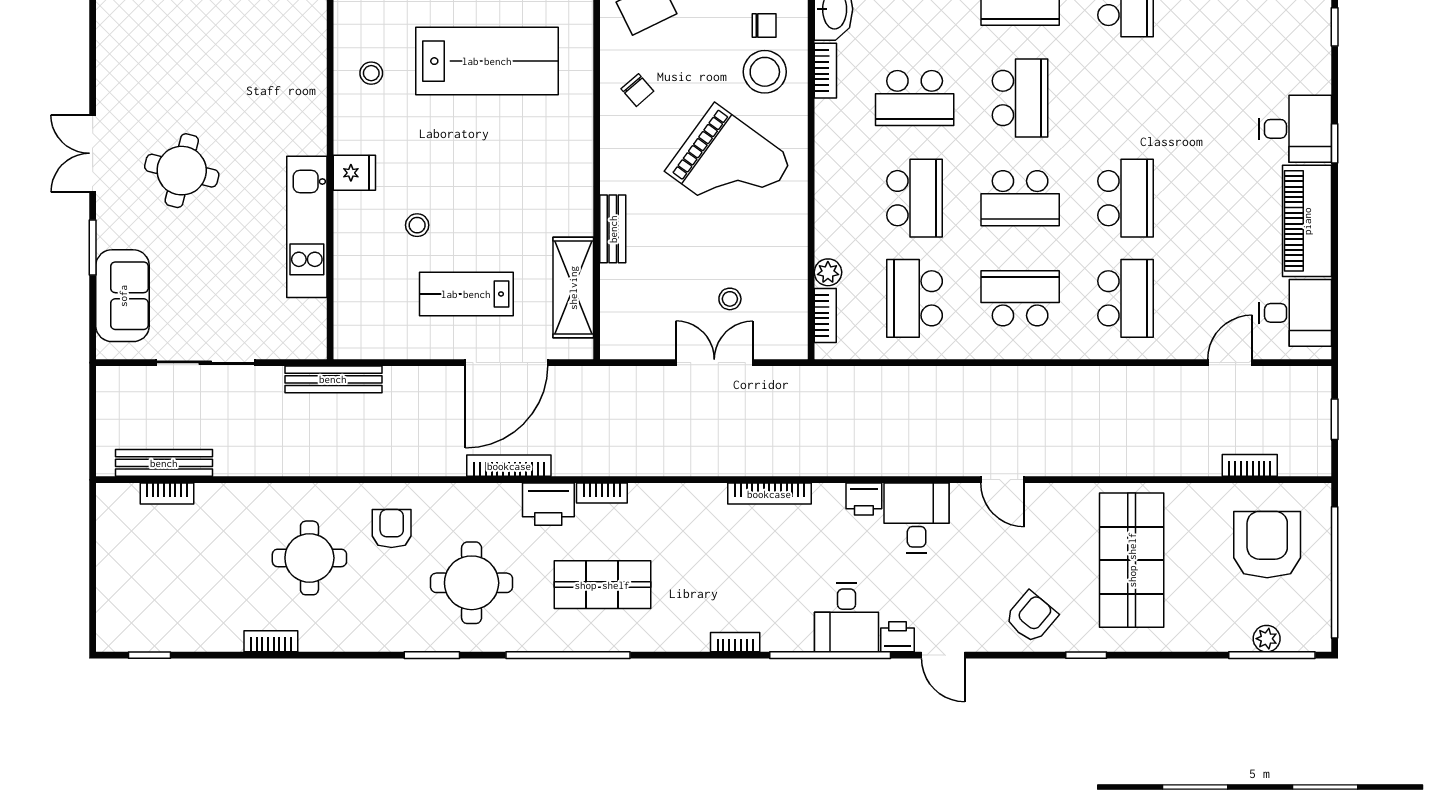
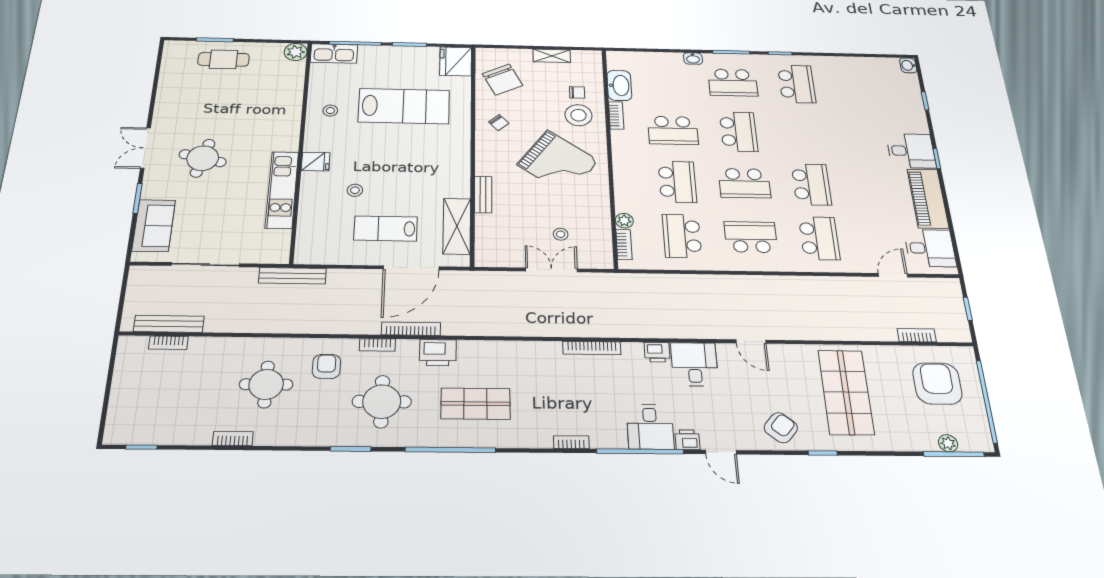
bookcase: (602, 493) -> (377, 345), moved

